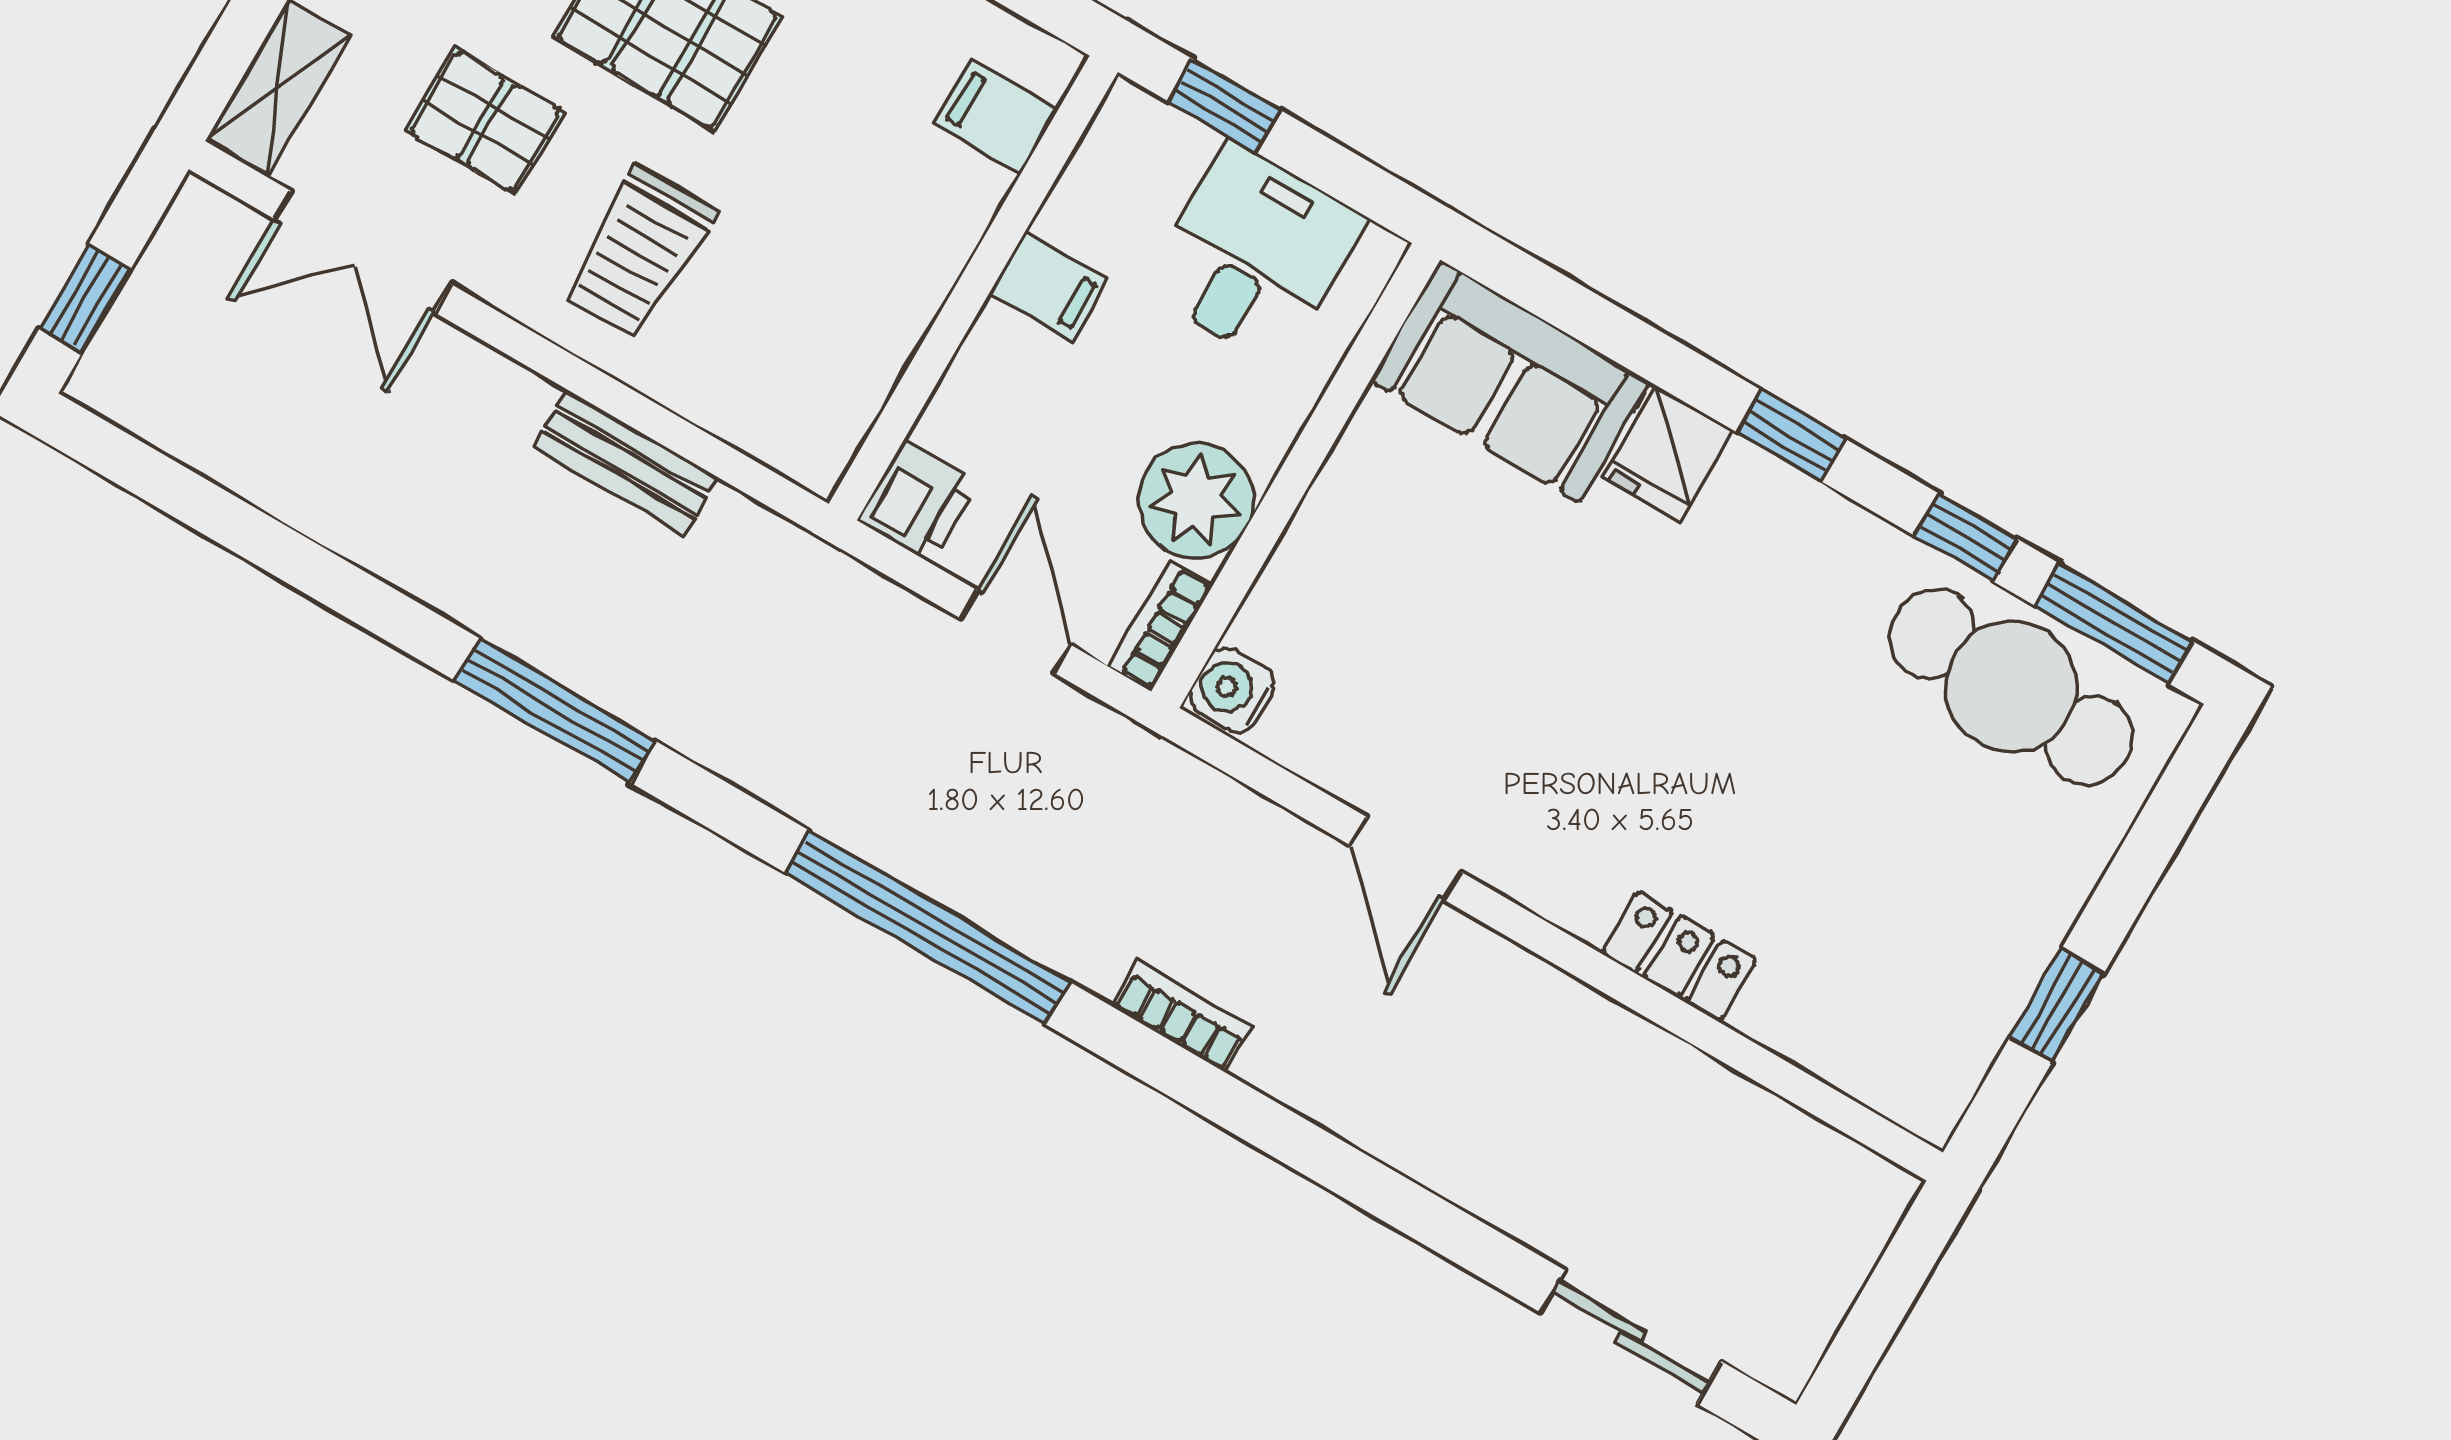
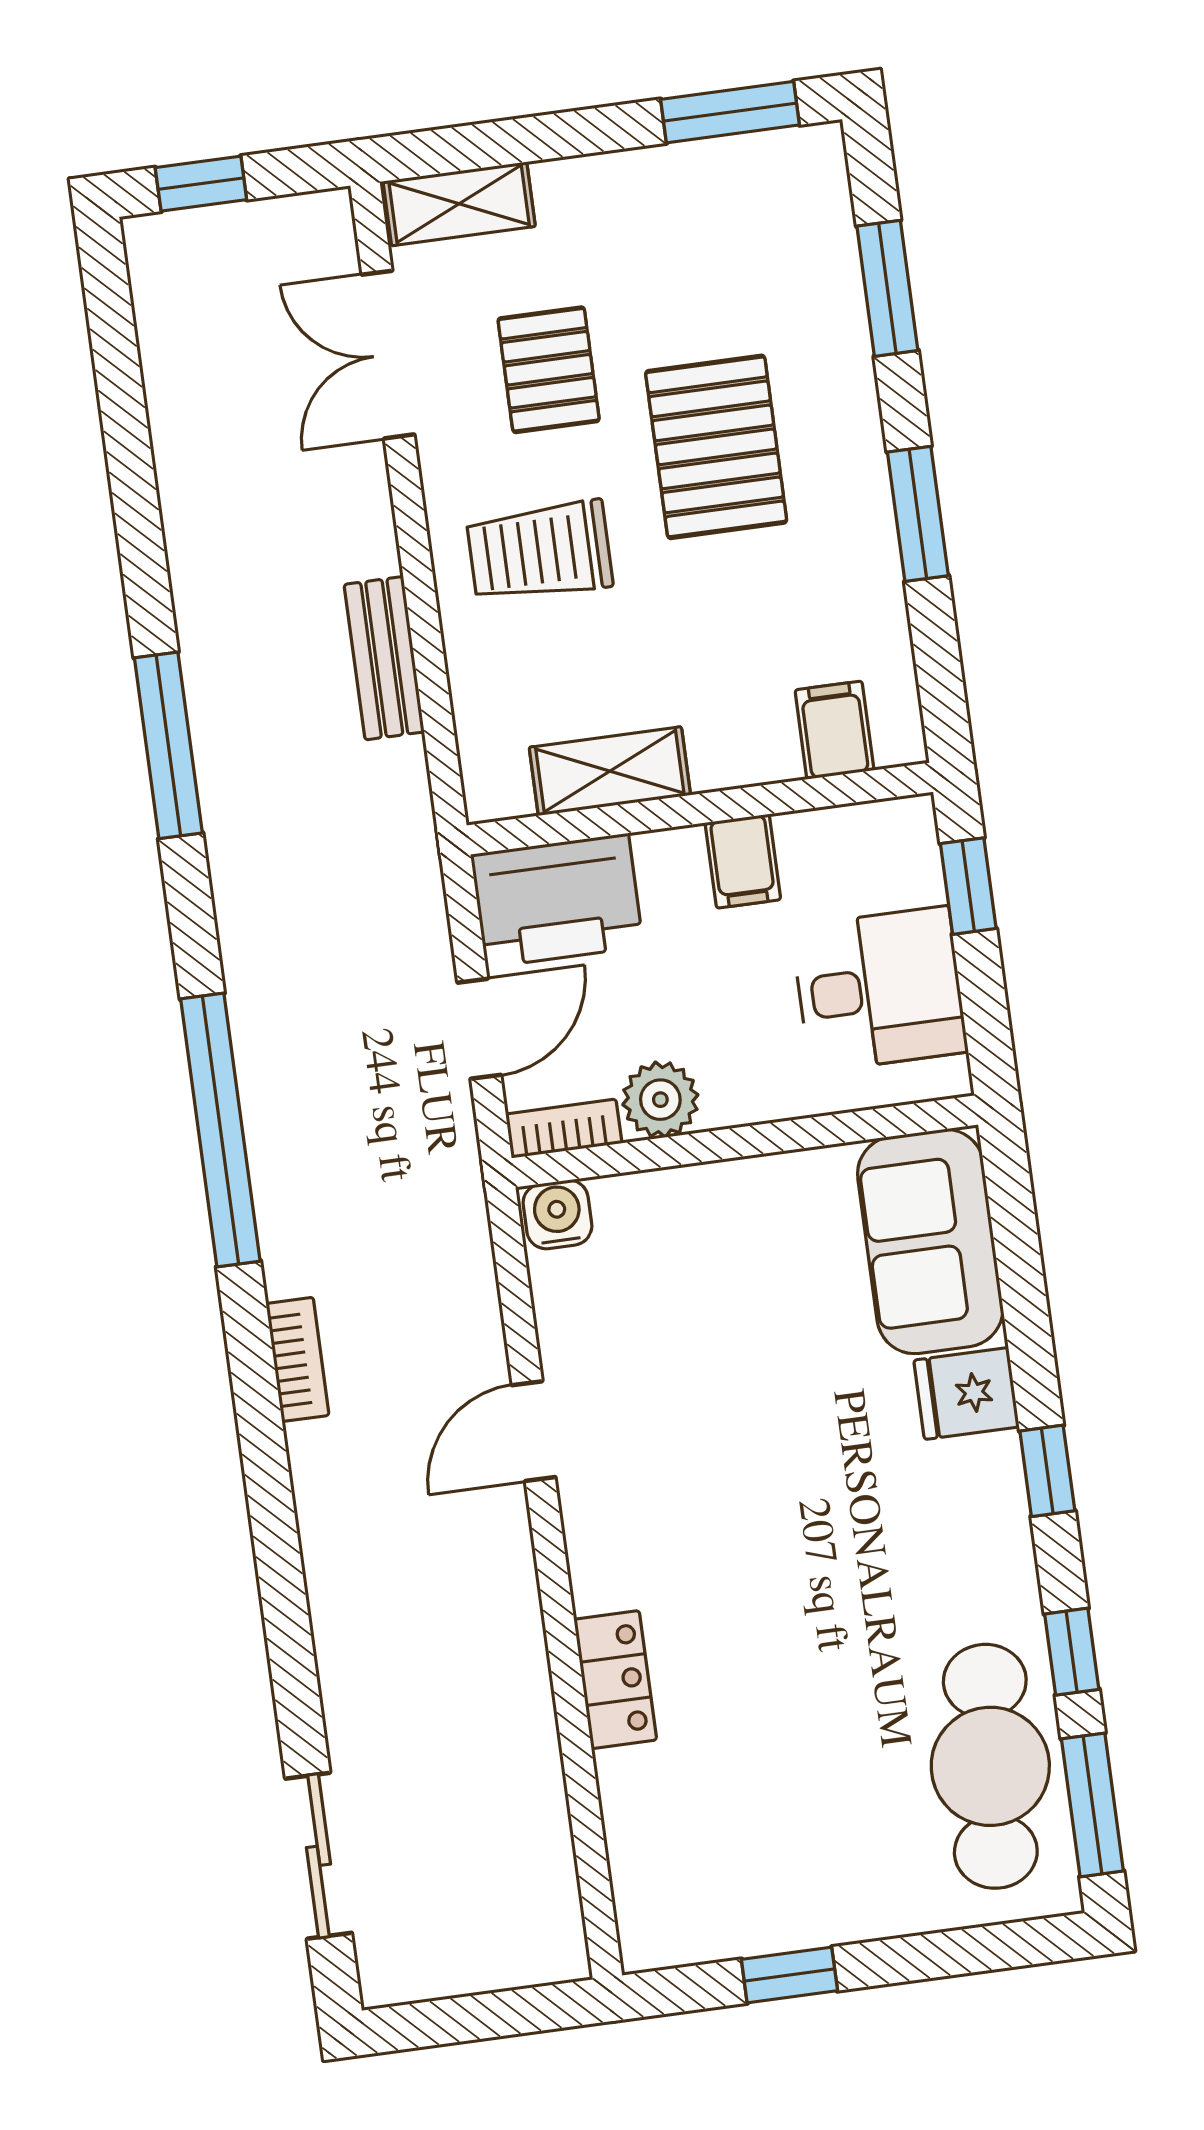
shelving: (879, 341) -> (610, 771), added
plant: (1196, 500) -> (660, 1100), width x0.73, depth x0.73
printer: (918, 501) -> (557, 900), width x1.87, depth x1.48

